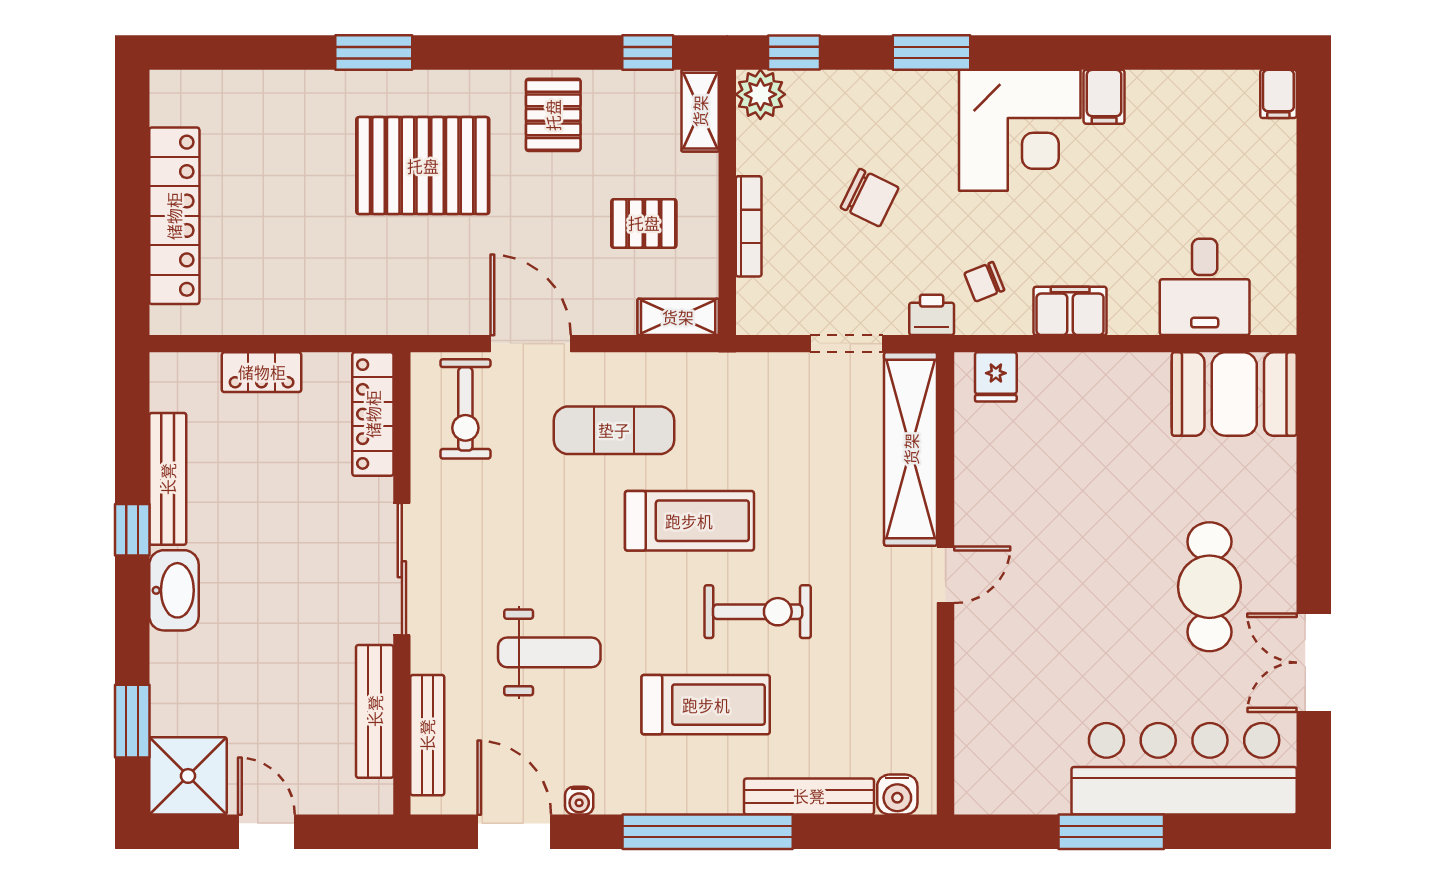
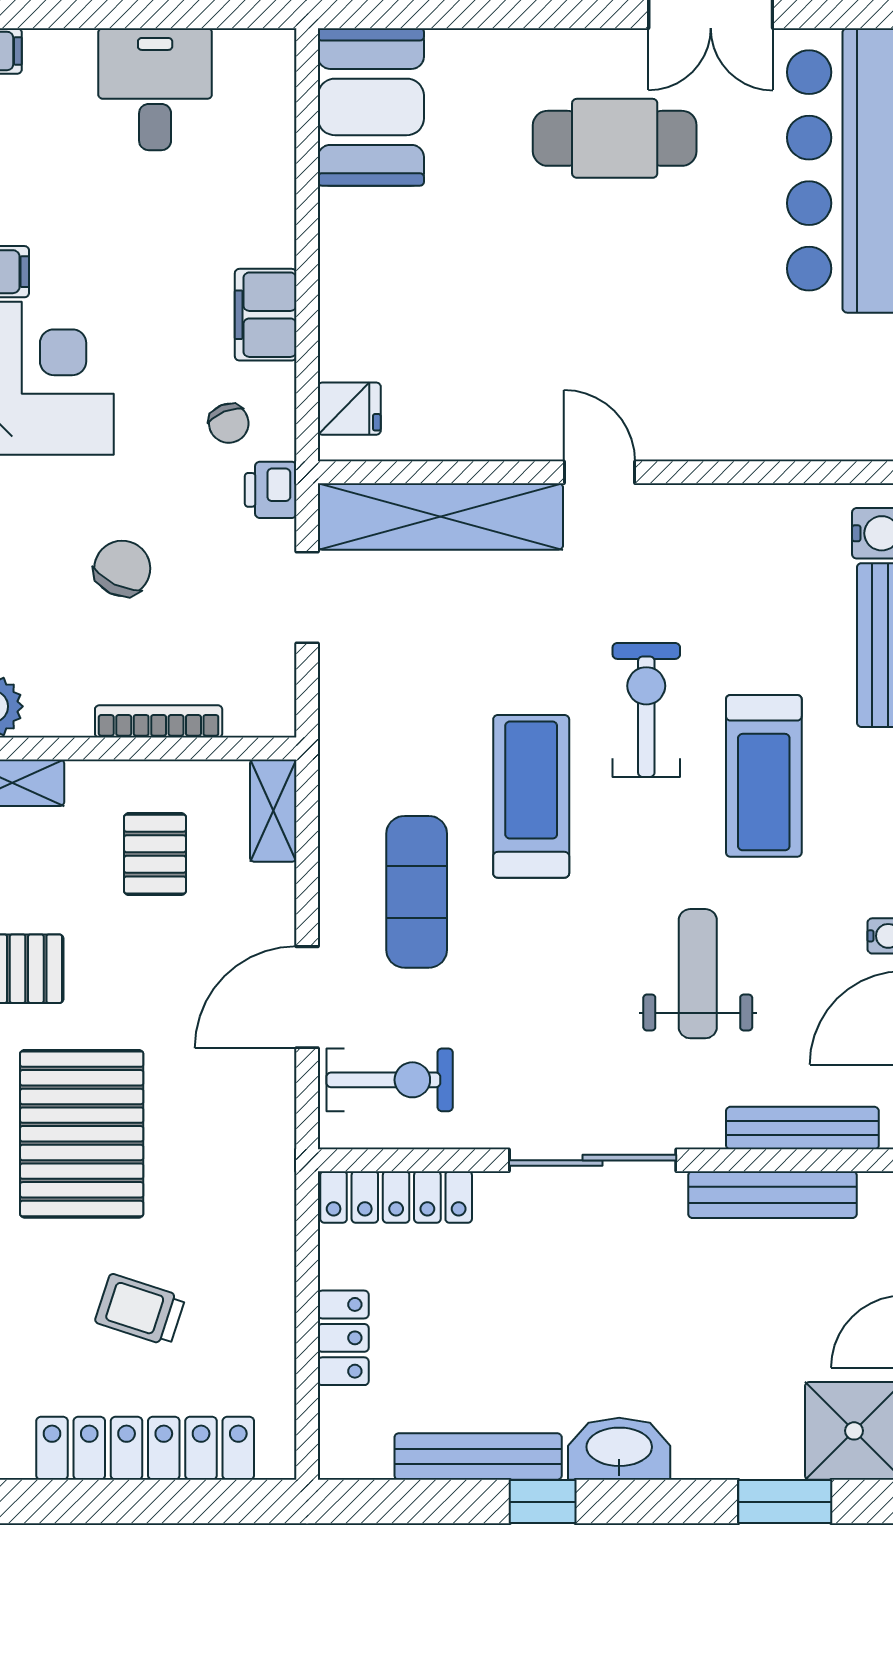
trolley: (284, 212) -> (140, 1310), added
desk: (1205, 287) -> (155, 89), moved, turned -90
treadmill: (706, 705) -> (764, 776), turned 180

